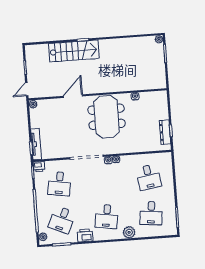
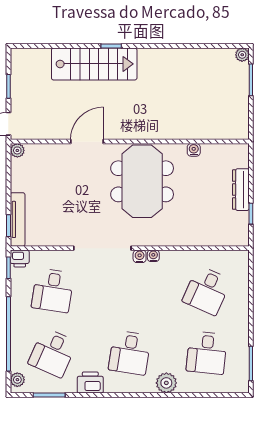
dresser: (165, 132) -> (241, 190), moved
desk: (149, 177) -> (207, 290), turned 33

